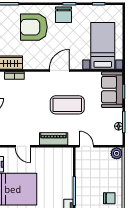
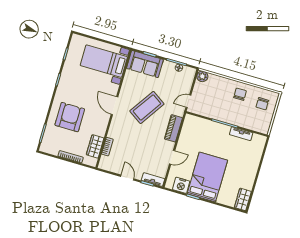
chair: (64, 15) -> (66, 88), removed
armchair: (34, 27) -> (70, 117), turned 180
coffee table: (67, 105) -> (147, 107), turned 34

